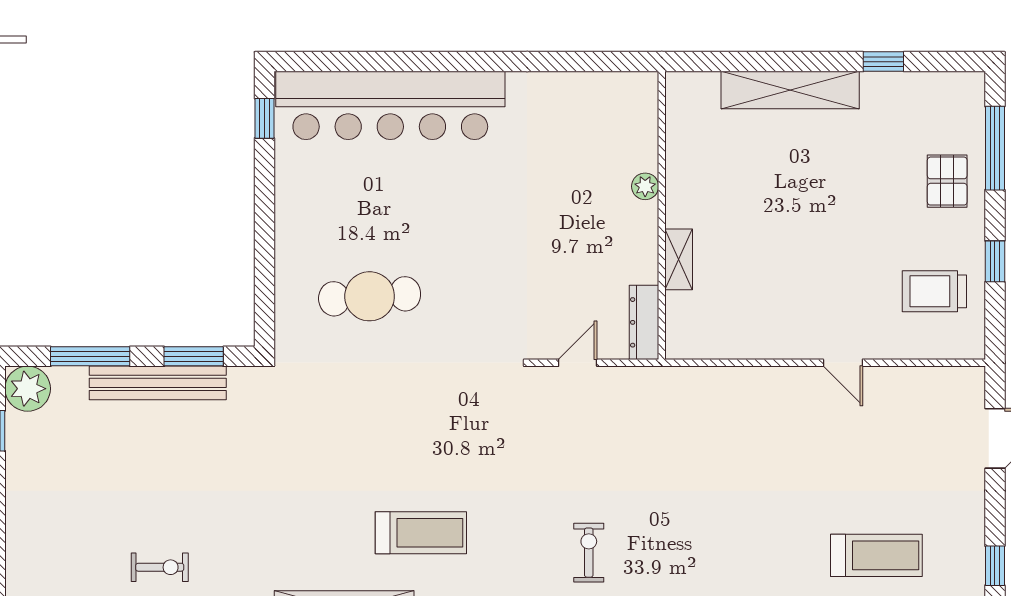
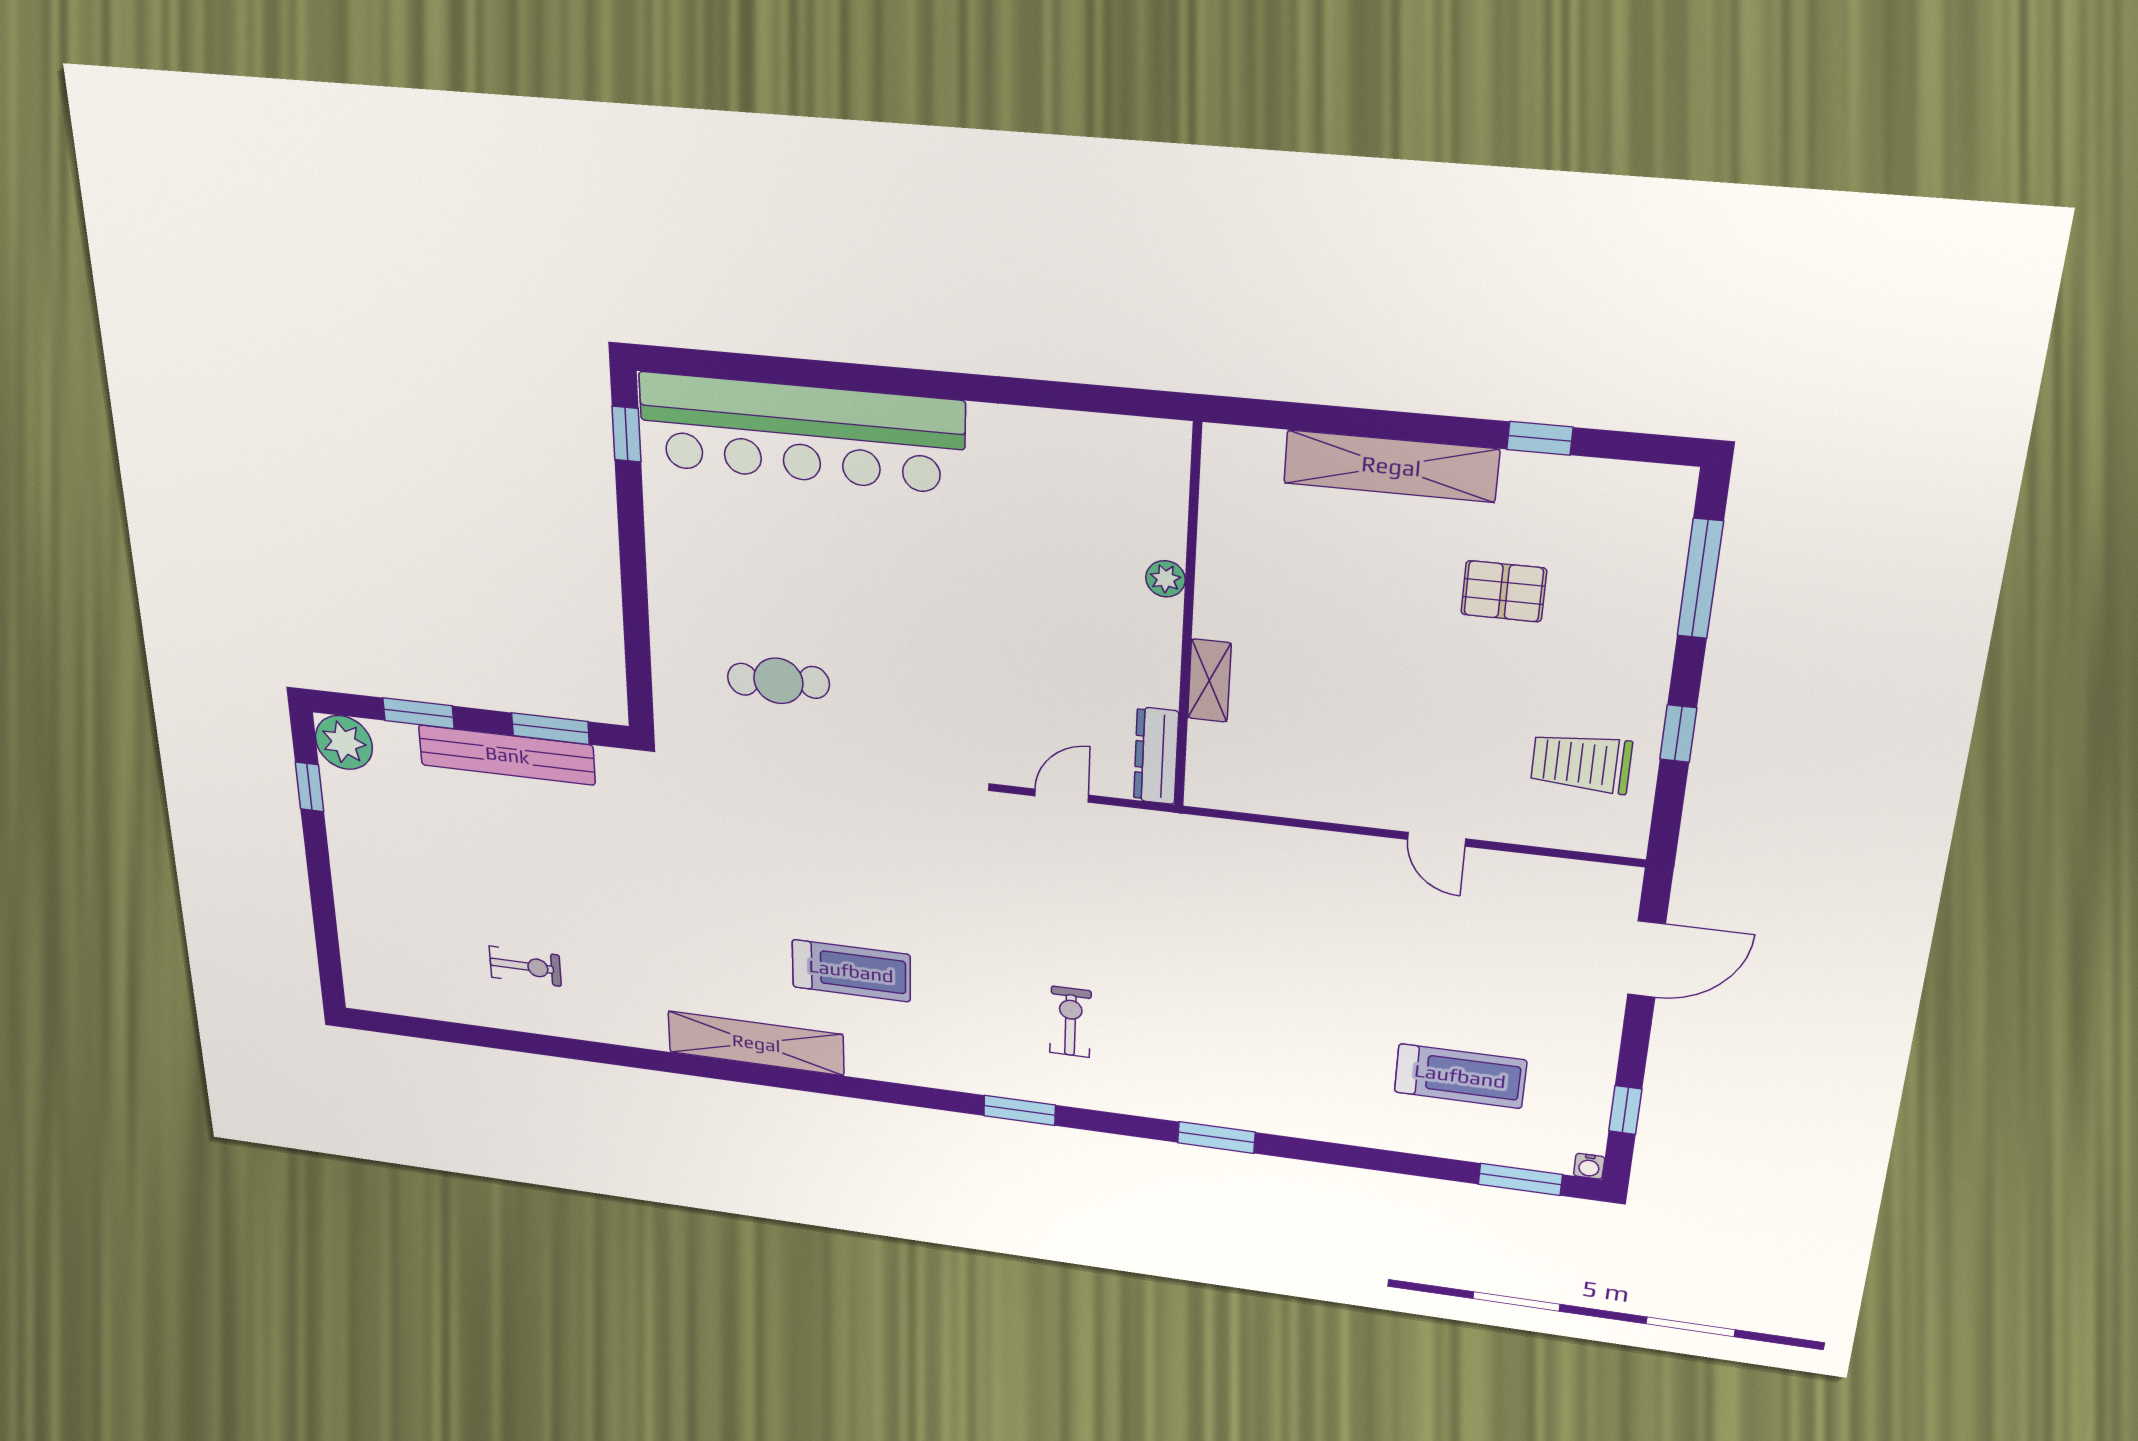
pallet: (947, 181) -> (1504, 591), moved, turned 90
cafe table: (370, 296) -> (778, 681), width x0.73, depth x0.74
window: (90, 356) -> (418, 713), width x0.69

